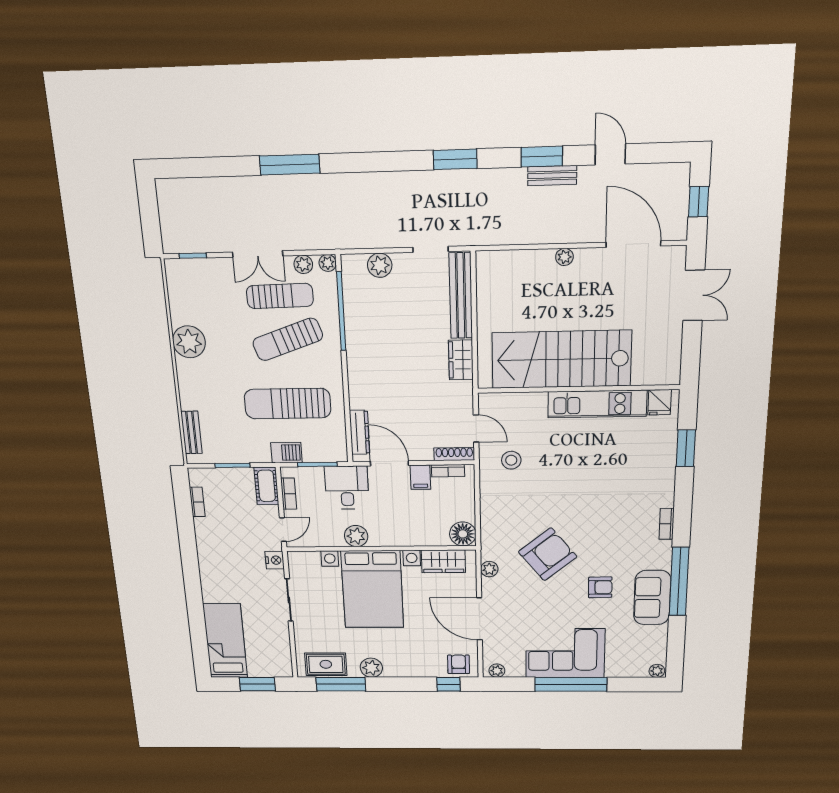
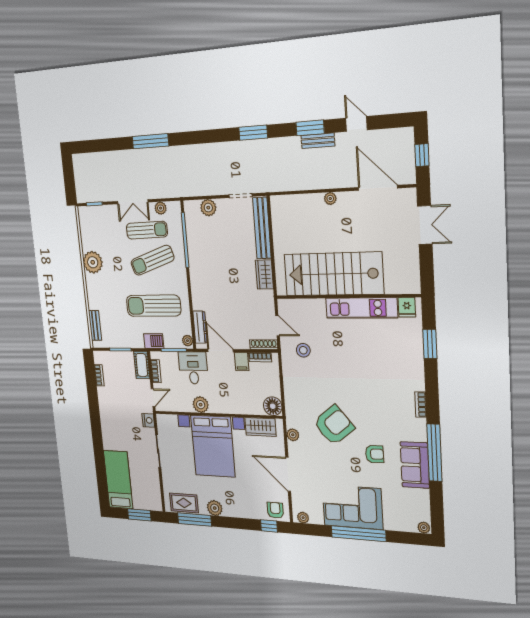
plant: (328, 263) -> (187, 341), moved

